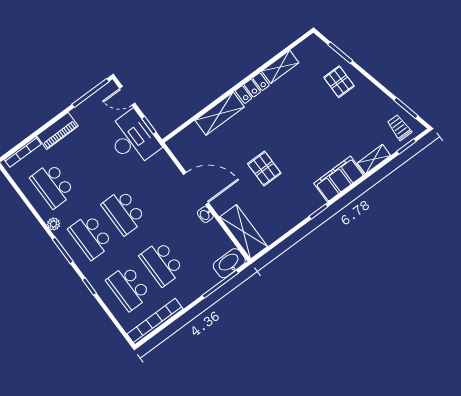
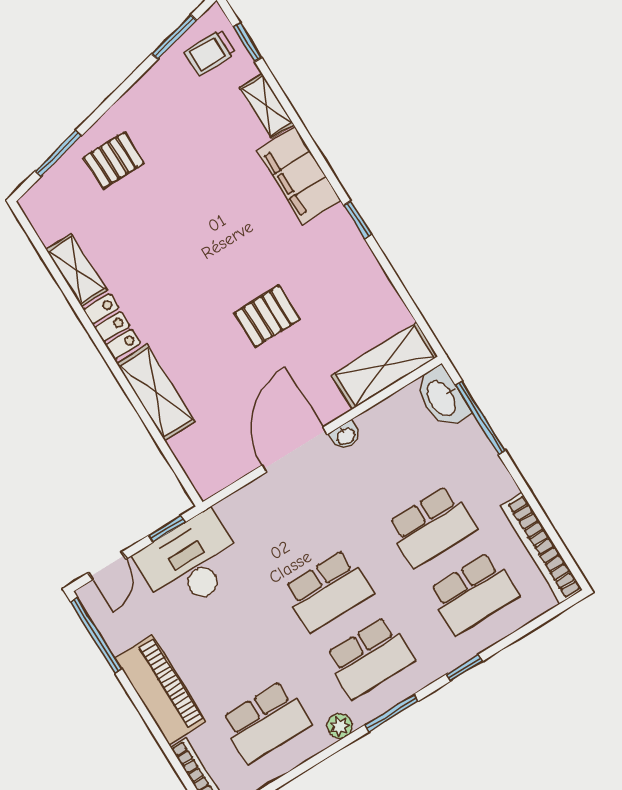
piano: (57, 131) -> (161, 690), width x1.37, depth x1.33

